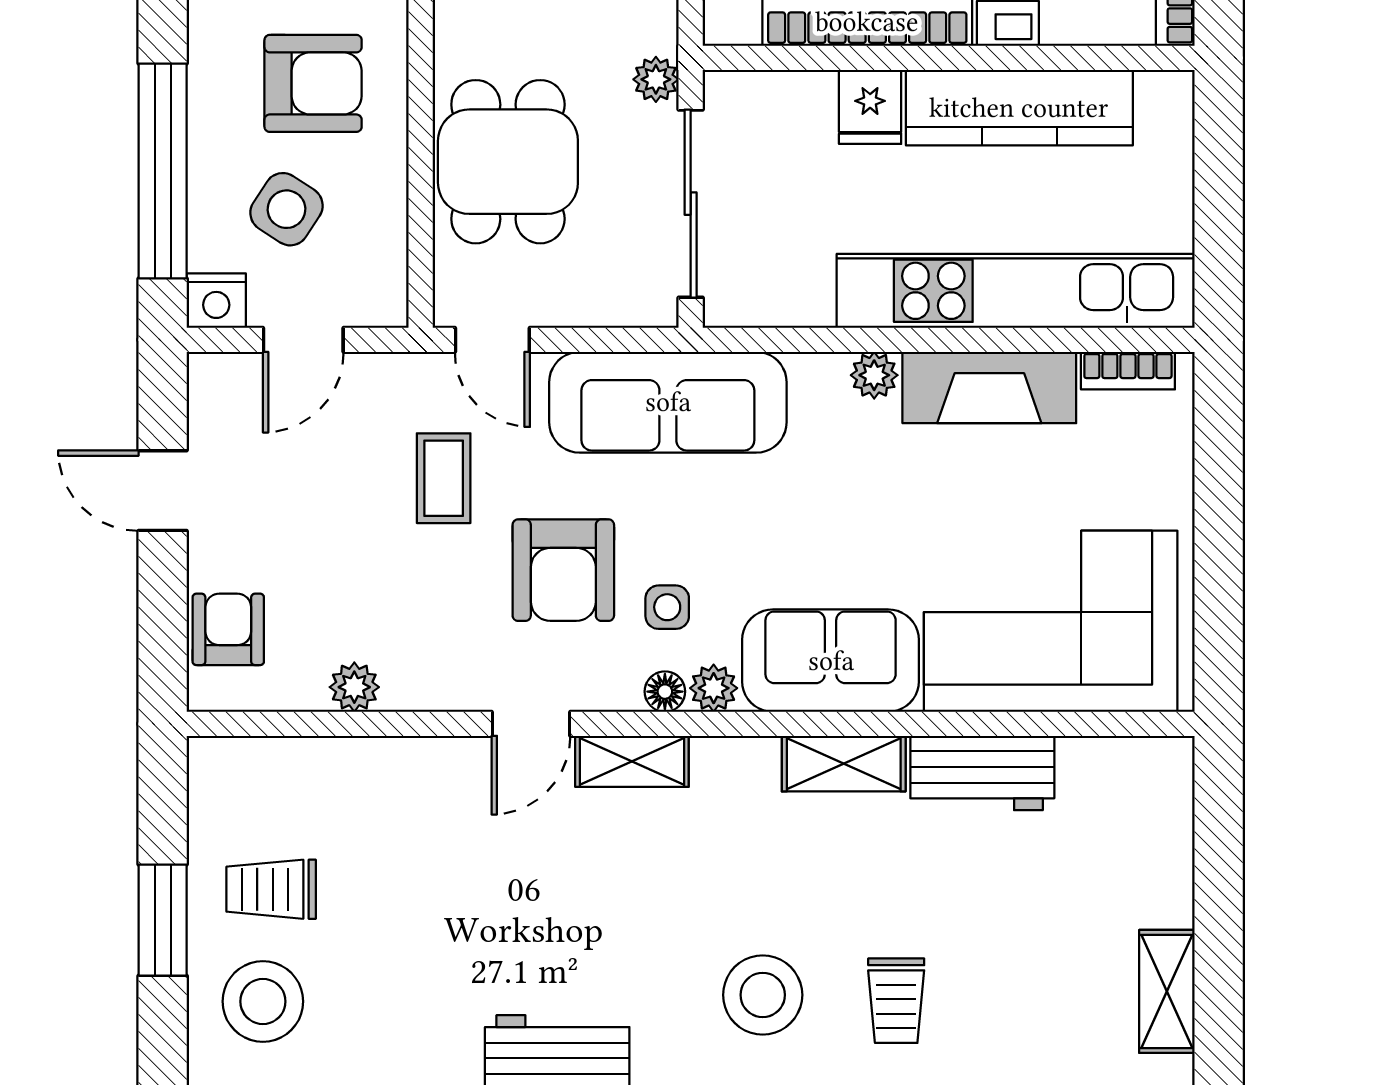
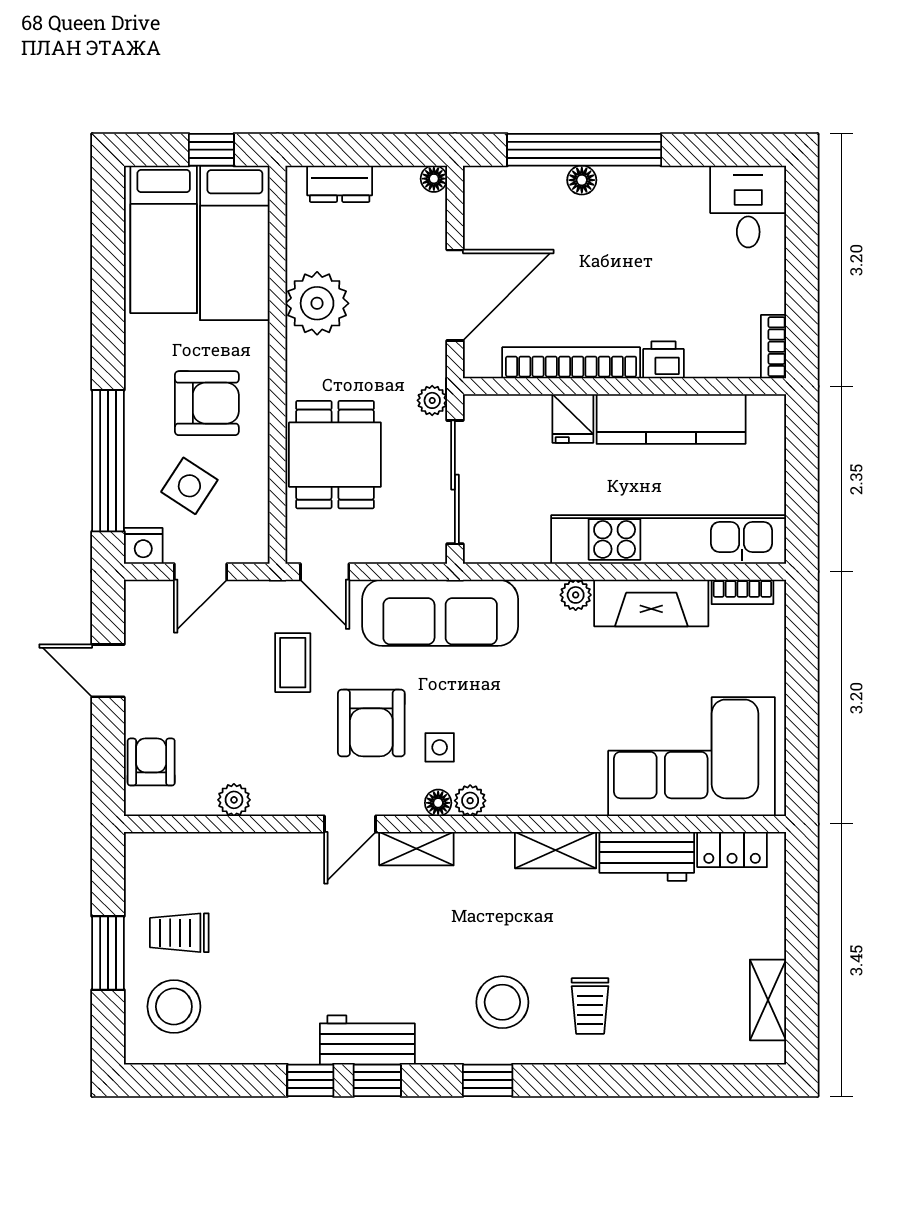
sofa: (831, 661) -> (547, 782), removed
locker: (1112, 763) -> (732, 850), added

